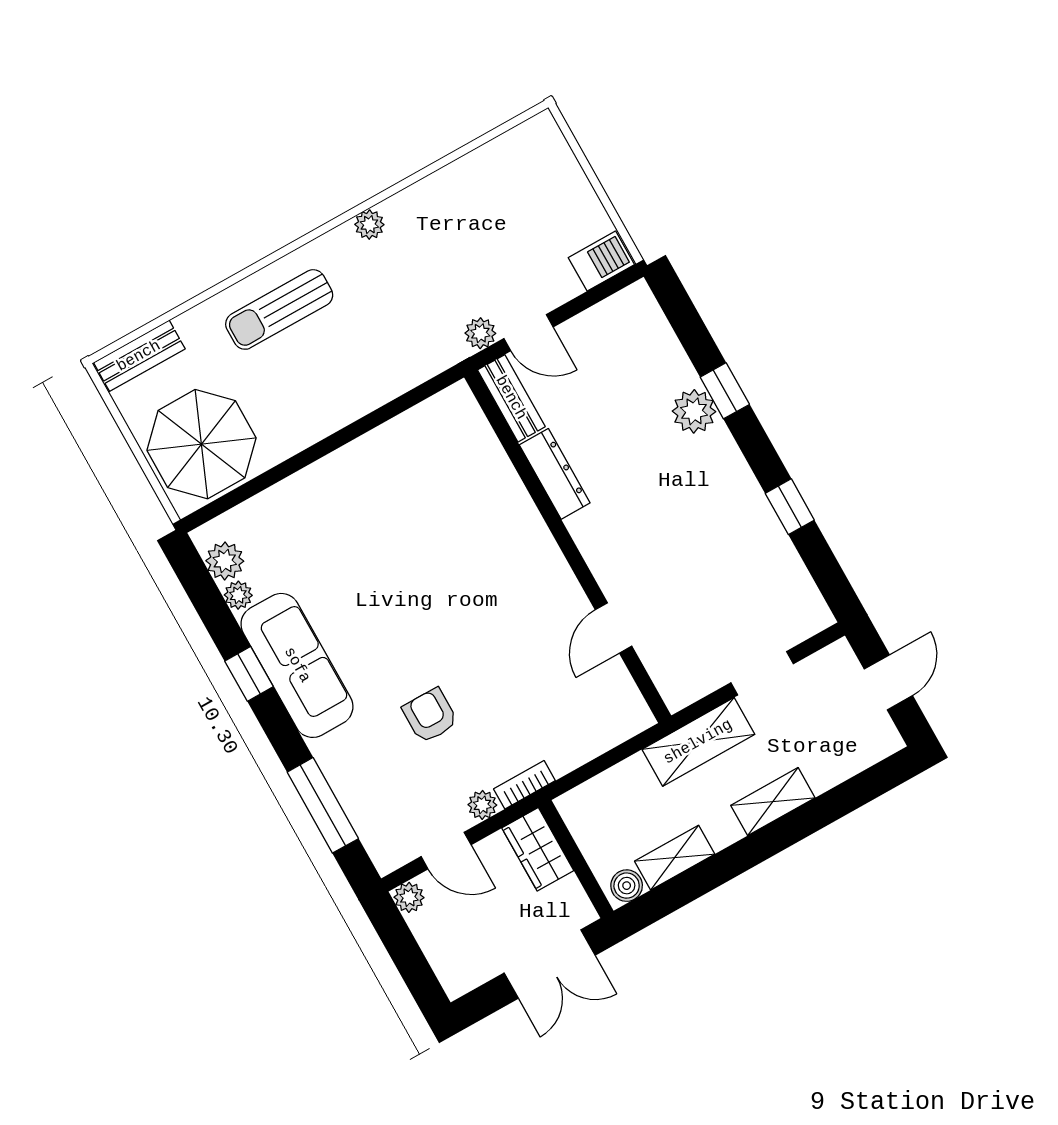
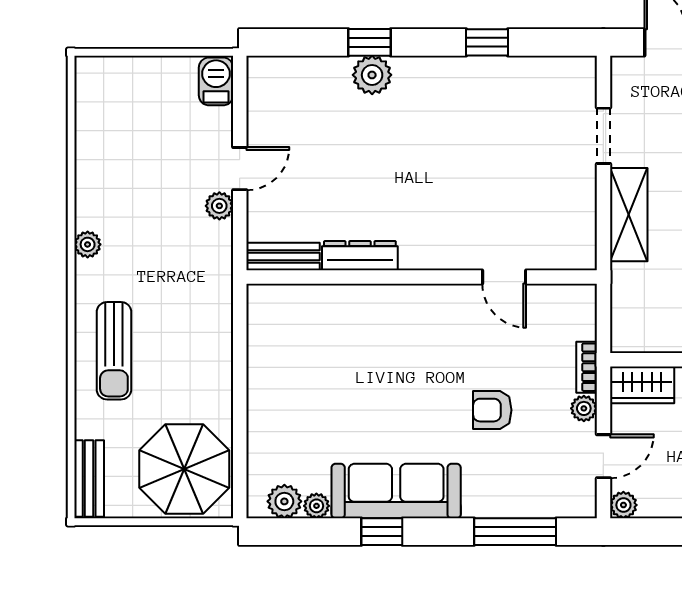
bench: (511, 398) -> (283, 256), moved
dresser: (555, 474) -> (360, 256), moved
wall: (568, 546) -> (422, 277), moved
door: (613, 628) -> (504, 277), moved

